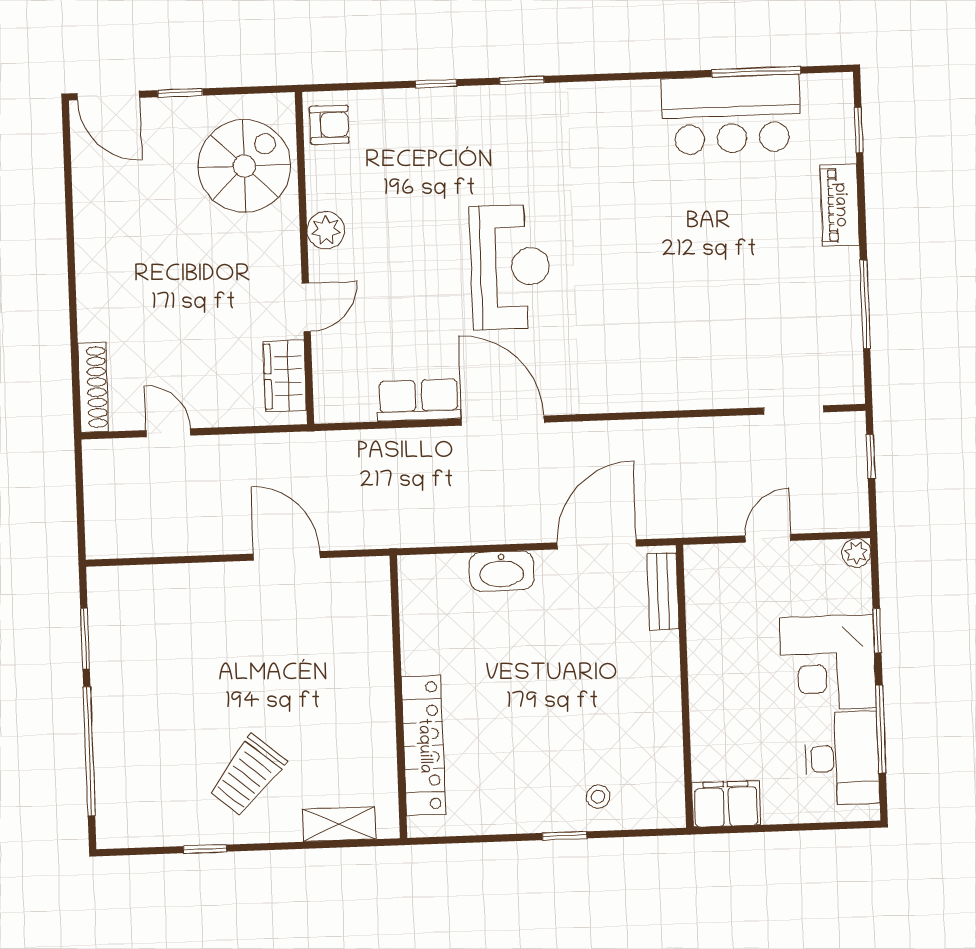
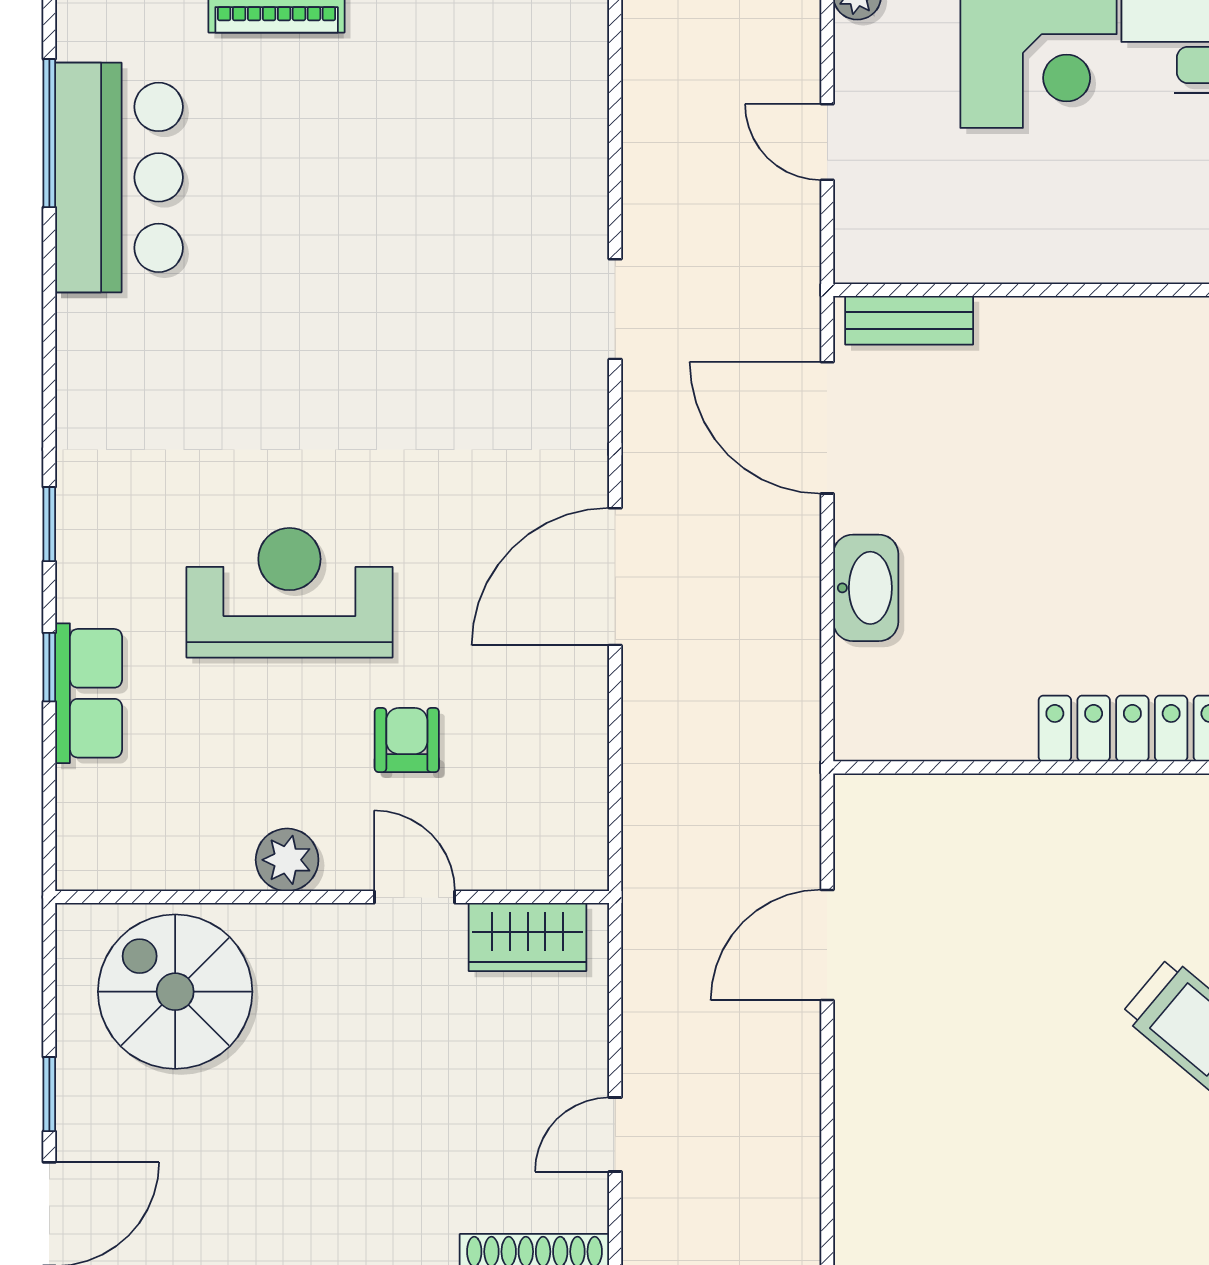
armchair: (329, 125) -> (407, 740), moved
reception desk: (510, 267) -> (289, 593), moved
row of seats: (419, 400) -> (89, 693), moved, turned 180
doorway: (794, 410) -> (615, 309), moved

